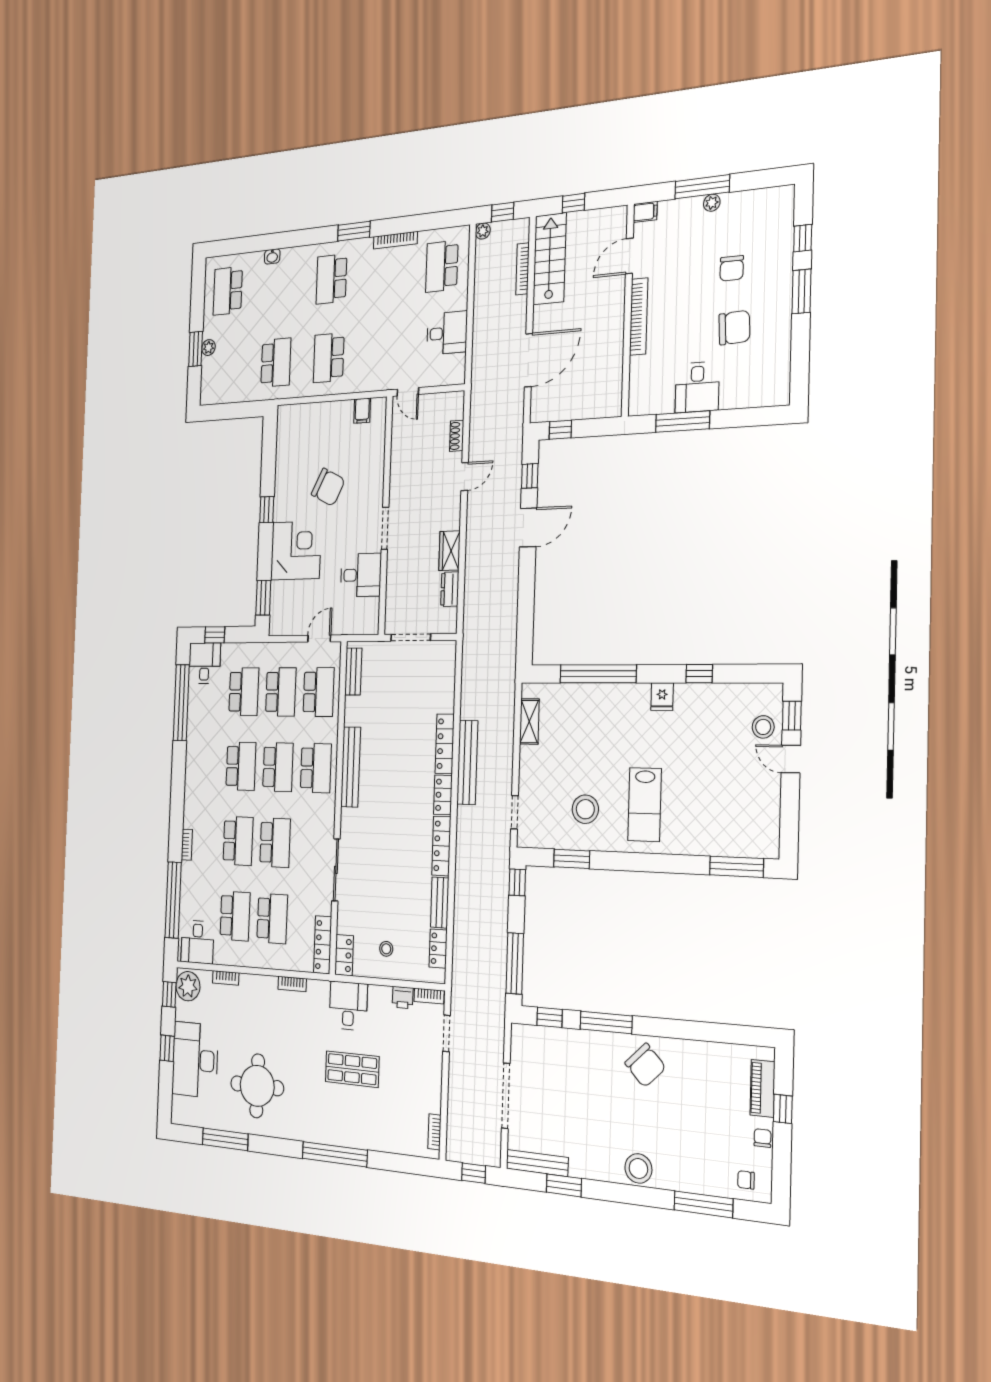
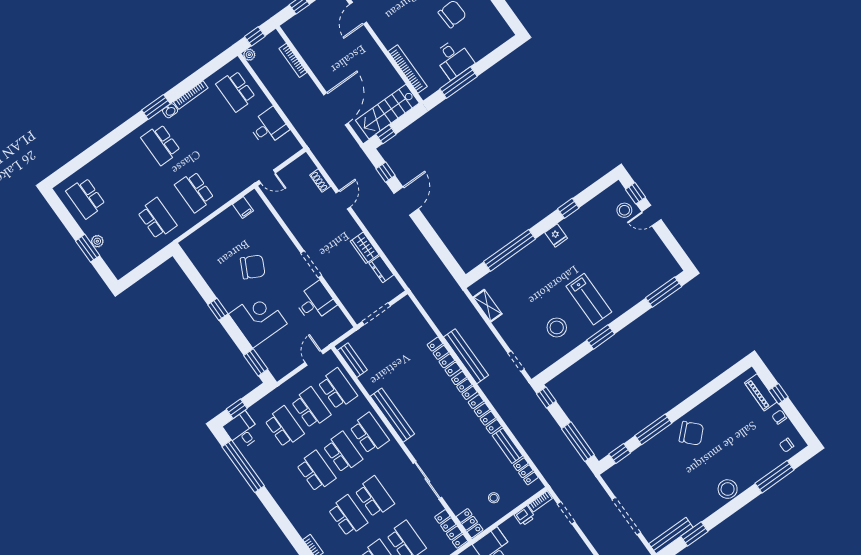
washbasin: (272, 256) -> (170, 111), moved
stairs: (550, 259) -> (387, 112), moved, turned -90
bookcase: (639, 316) -> (408, 69), moved
window: (572, 859) -> (601, 337), moved

